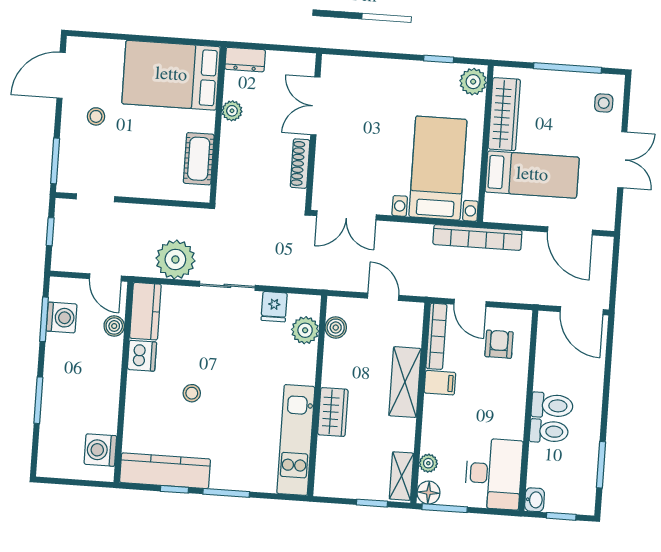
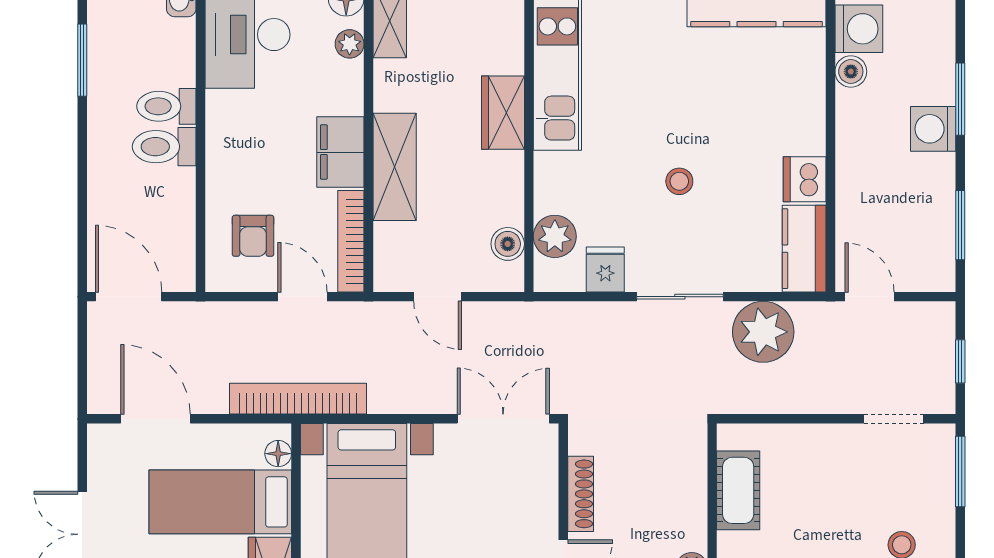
floor lamp: (493, 203) -> (278, 454), added
washing machine: (62, 318) -> (933, 129), moved
boiler: (114, 326) -> (851, 72), moved
filing cabinet: (440, 383) -> (340, 152), width x2.00
stool: (192, 393) -> (679, 181), moved

